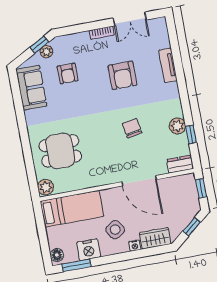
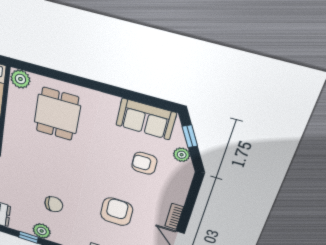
window: (39, 45) -> (190, 136), moved
armchair: (122, 75) -> (117, 212), turned 90
chair: (132, 128) -> (54, 204), moved

